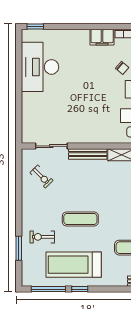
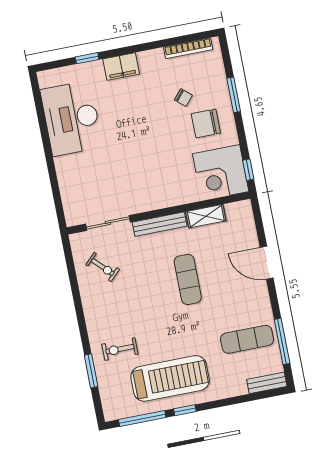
window: (35, 27) -> (87, 58), moved
filing cabinet: (102, 37) -> (121, 66), moved
exercise mat: (80, 219) -> (188, 279), moved, turned 90
treadmill: (74, 265) -> (170, 378), turned 180

